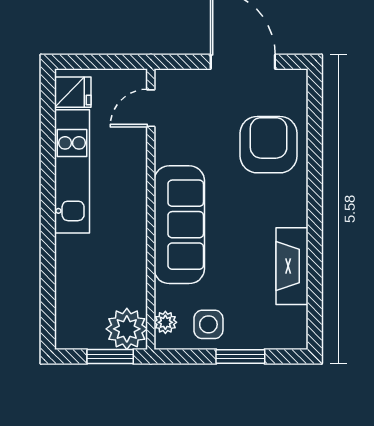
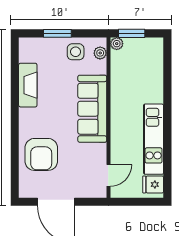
plant: (127, 329) -> (117, 44), width x0.53, depth x0.53

